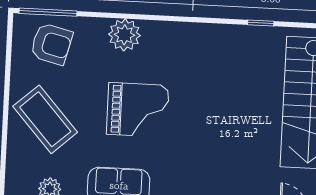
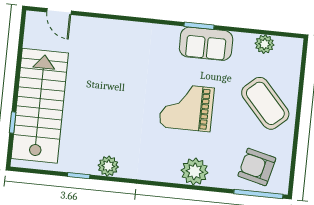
plant: (226, 36) -> (108, 166), added

